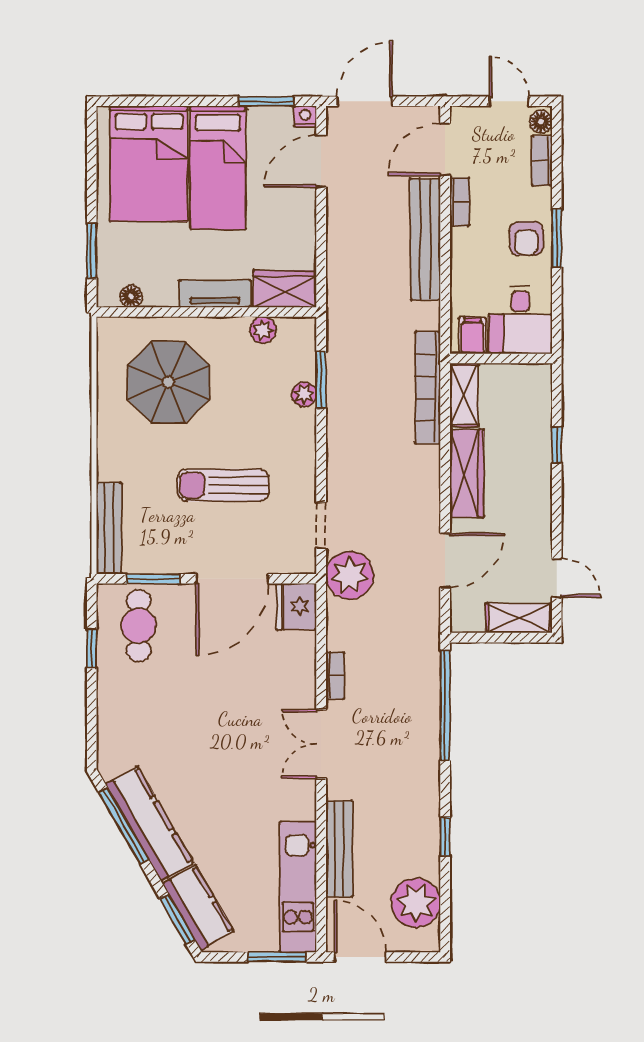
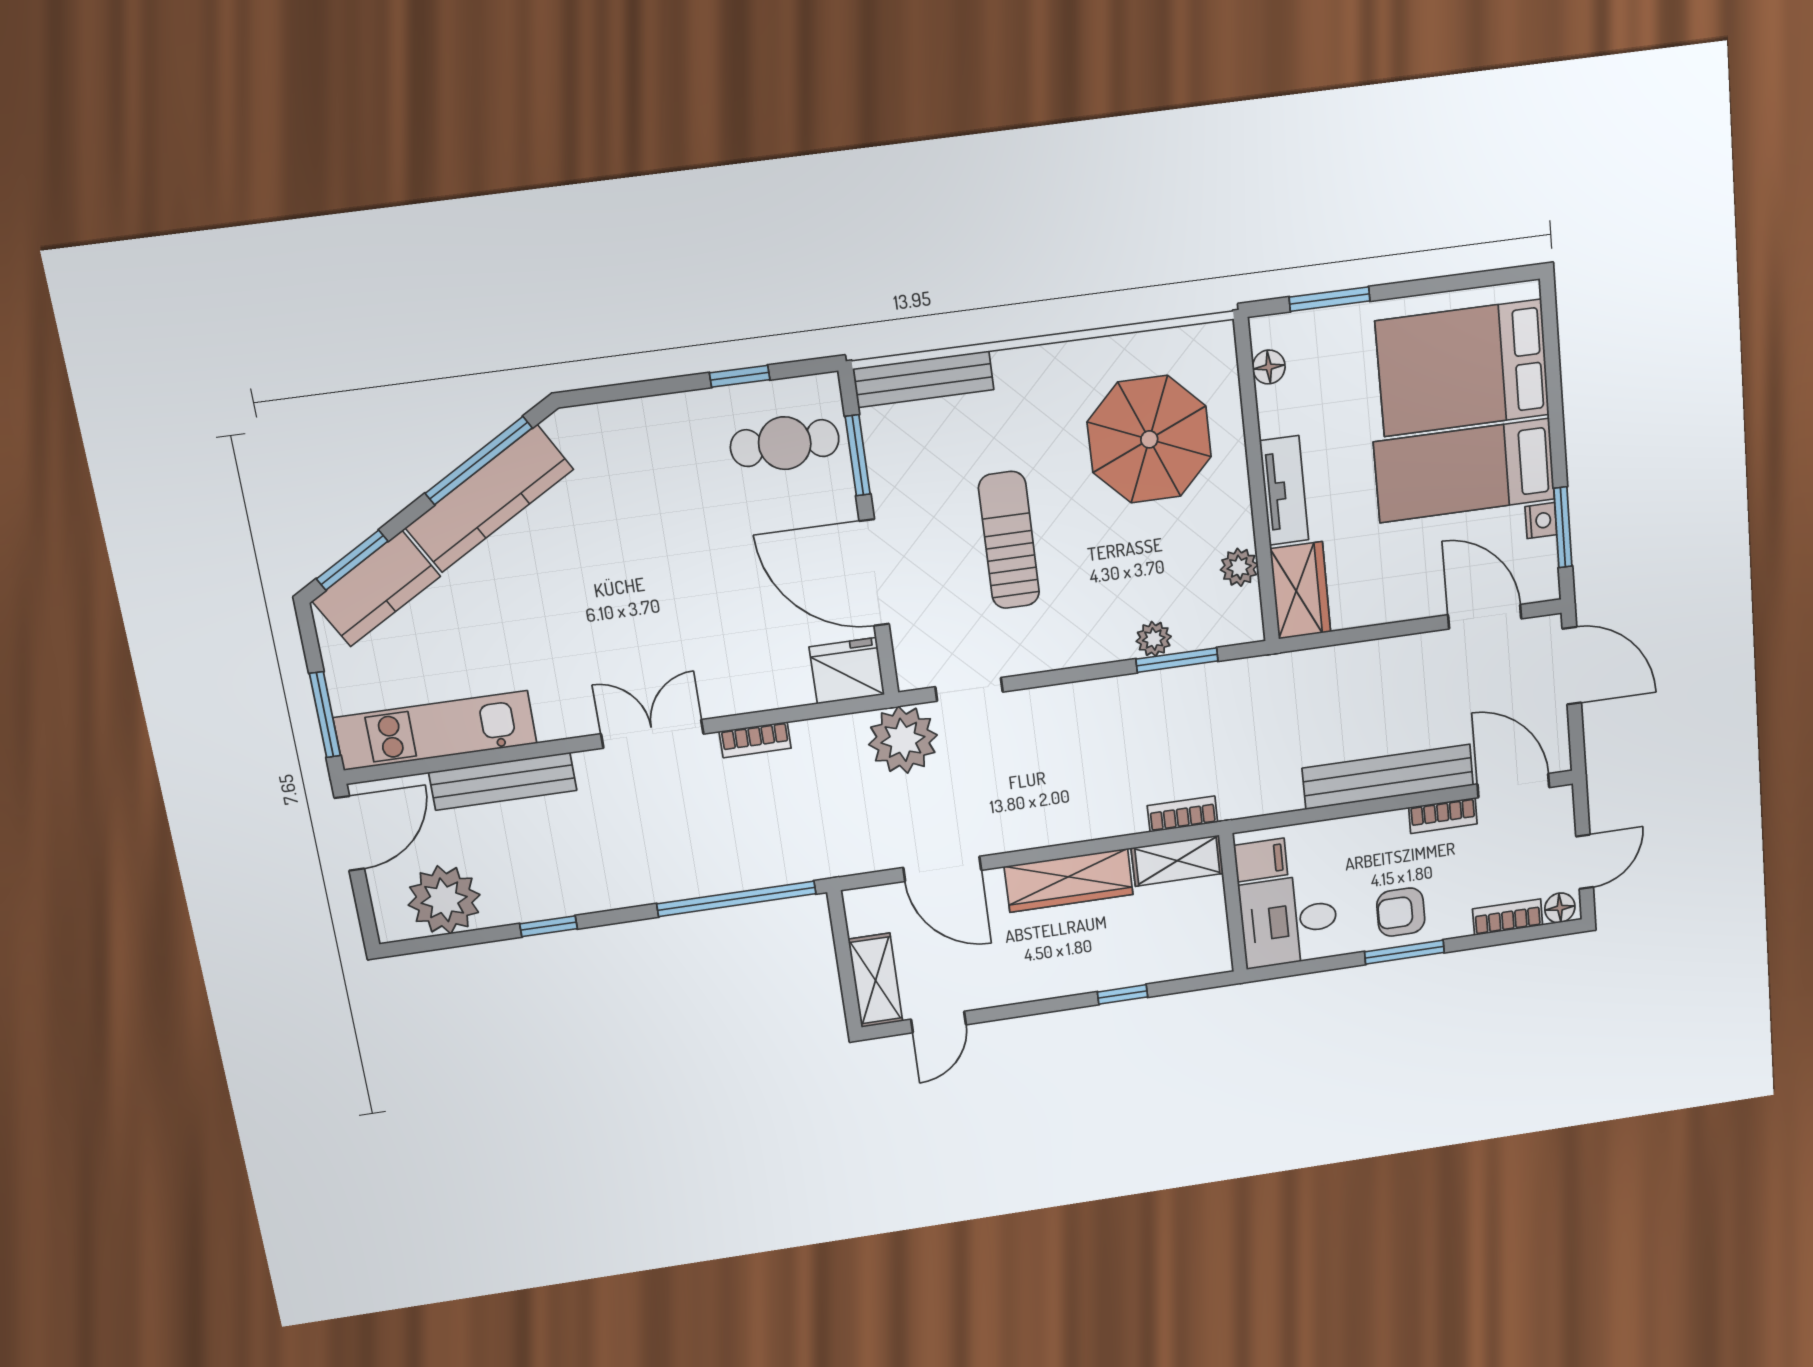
nightstand: (305, 117) -> (1541, 521), moved
bookcase: (428, 388) -> (1182, 814), width x0.43, depth x0.76

